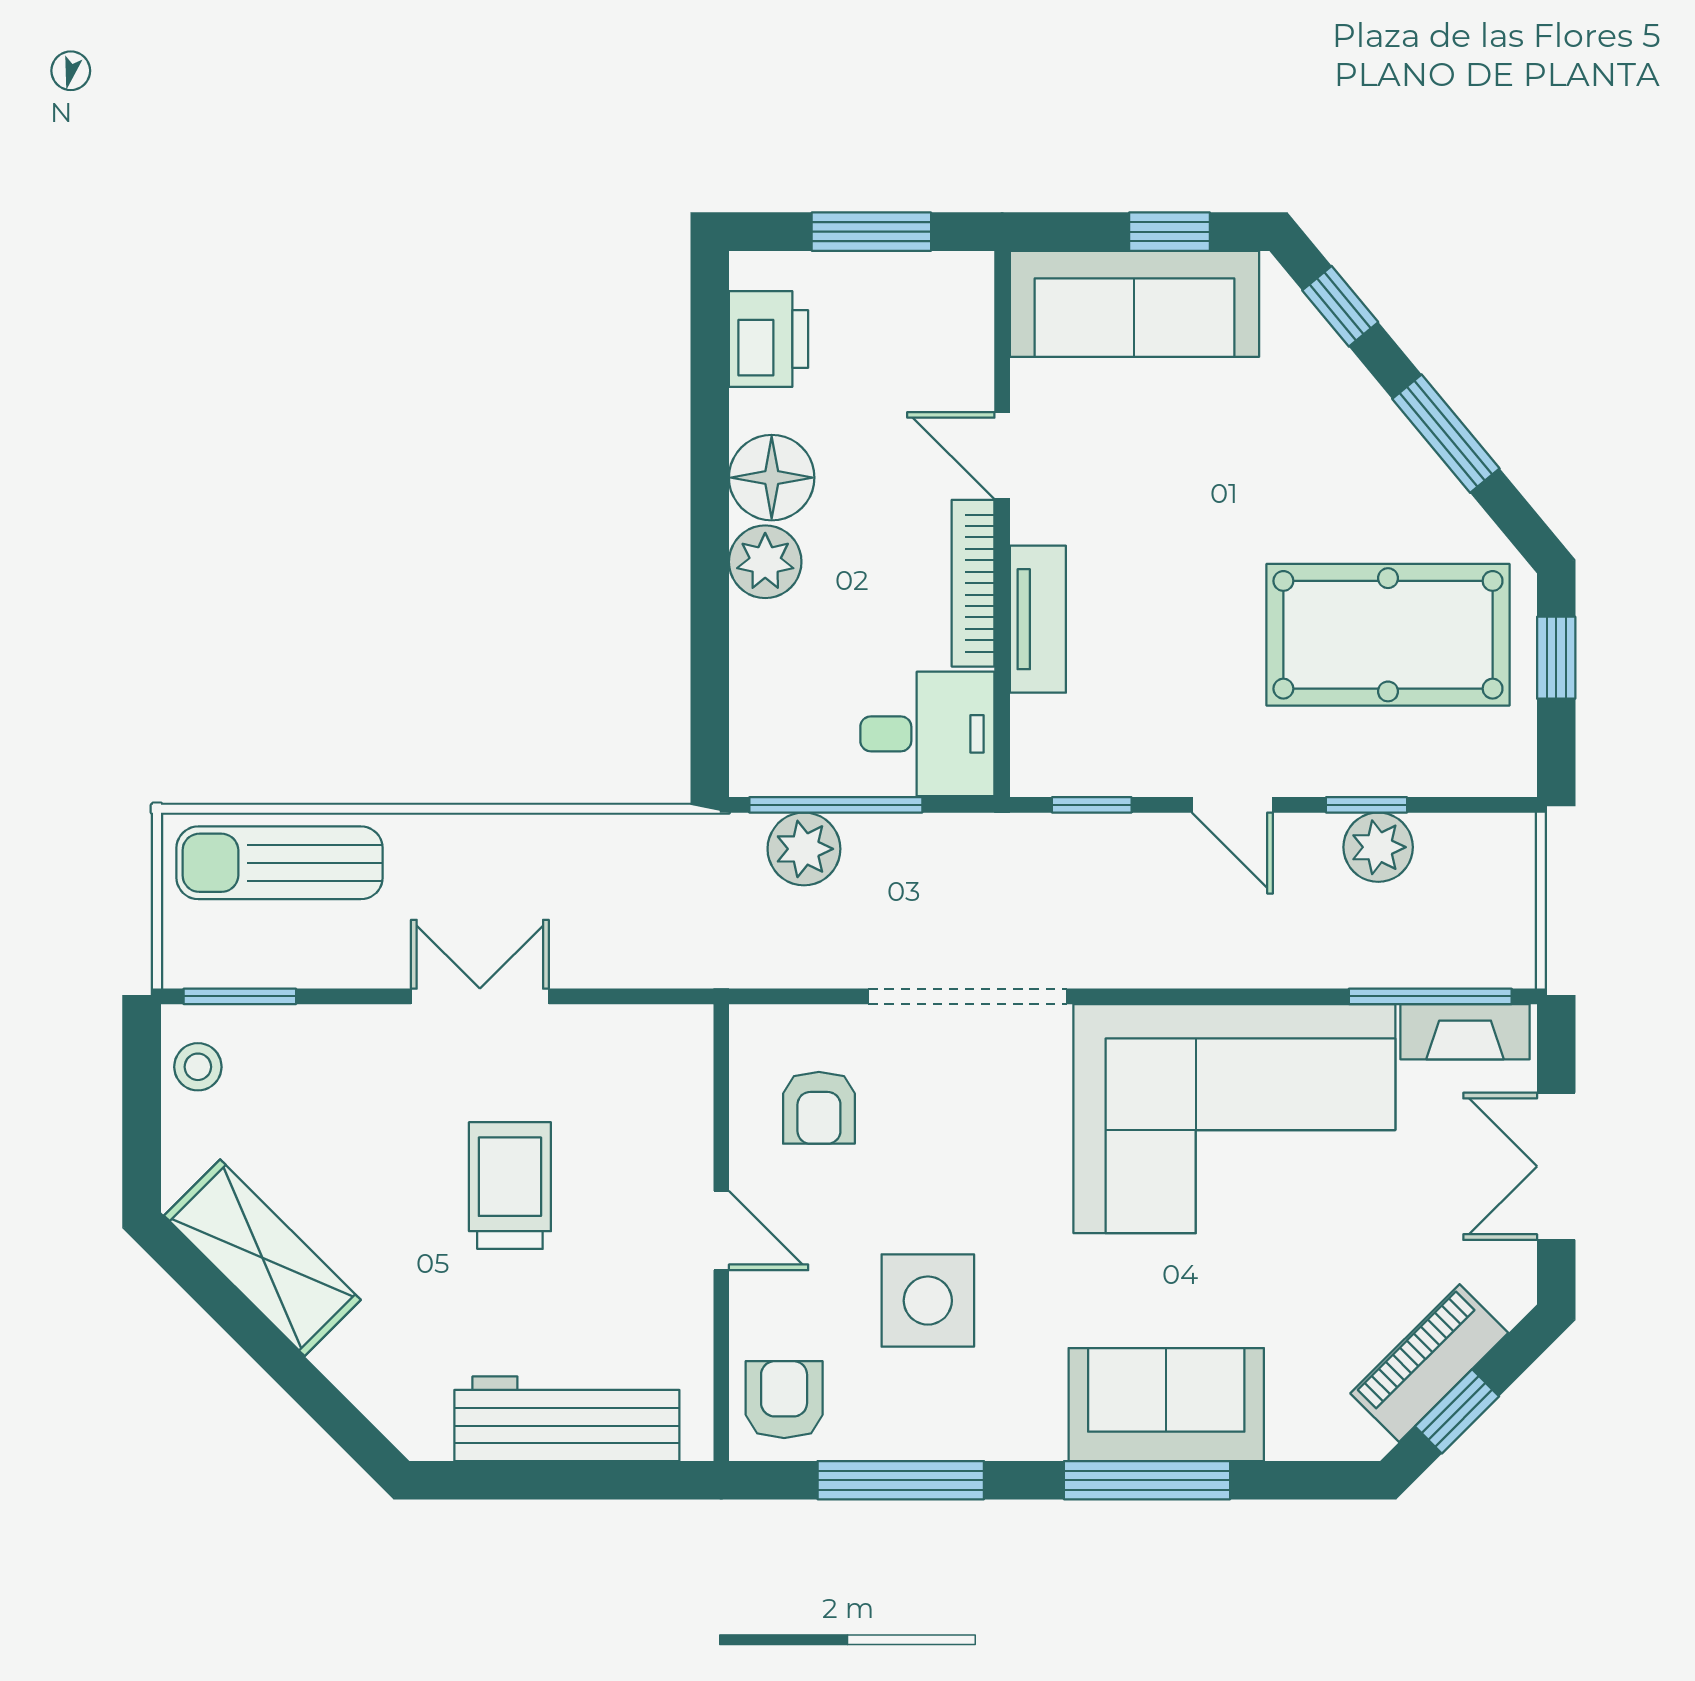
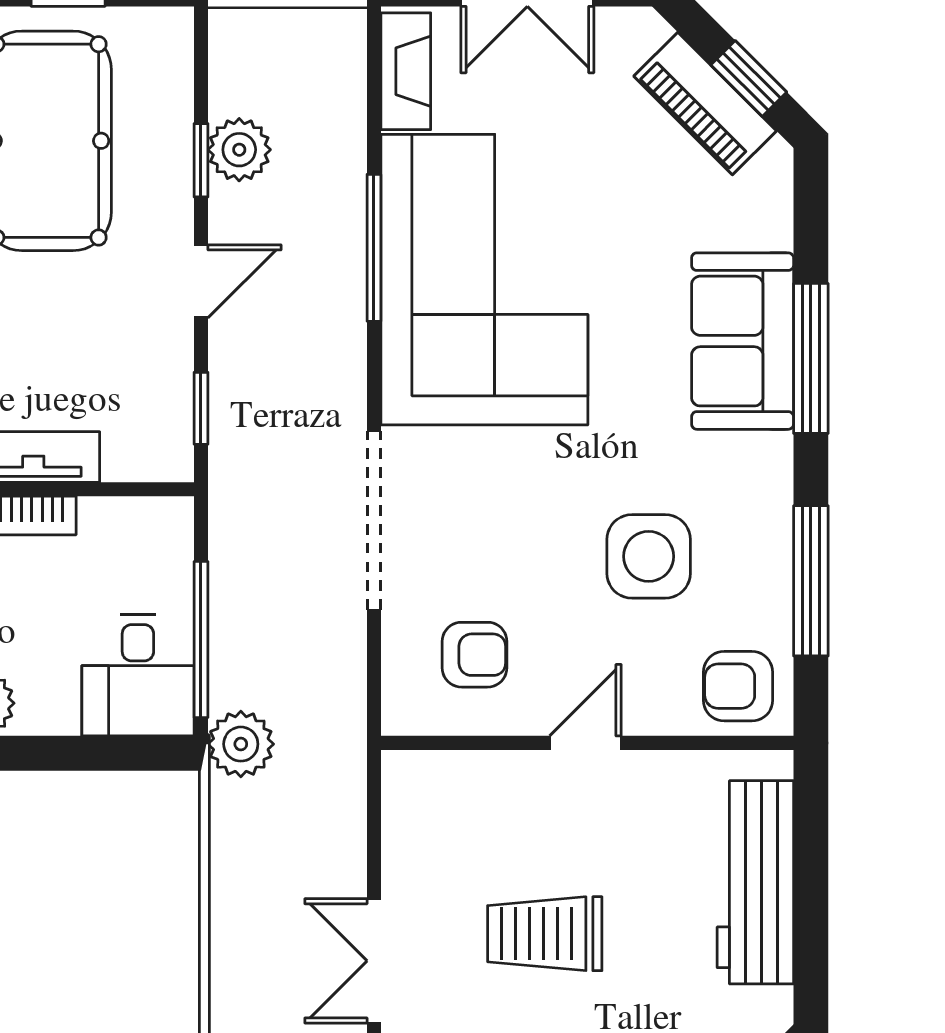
desk: (927, 734) -> (138, 675), moved, turned 180
plant: (804, 849) -> (241, 744), moved
window: (1430, 996) -> (374, 248), moved

